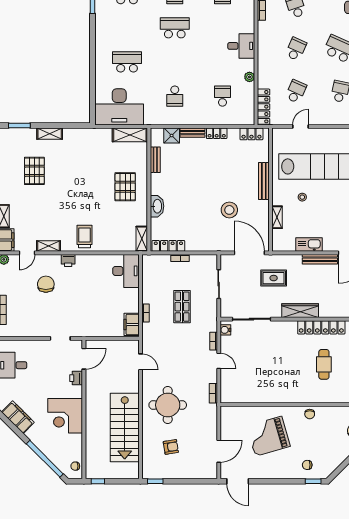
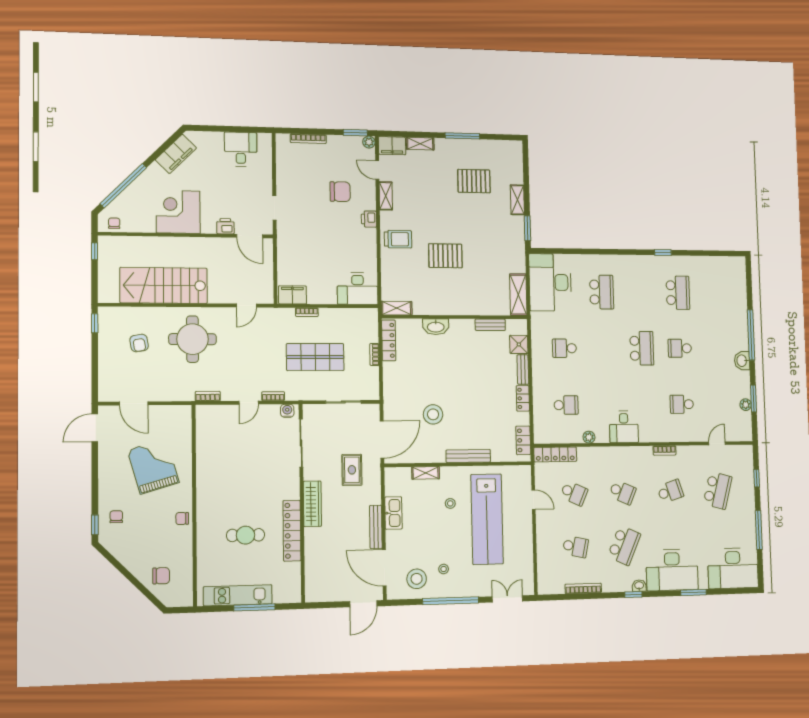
window: (19, 126) -> (527, 228), moved
pallet: (125, 187) -> (445, 256), moved
shop shelf: (182, 307) -> (315, 357), width x1.43, depth x1.36

